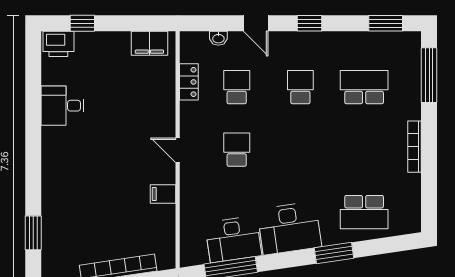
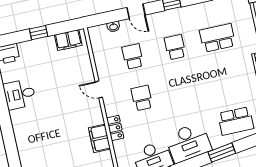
window: (82, 23) -> (39, 33), moved
locker: (189, 82) -> (115, 128), moved
door: (178, 150) -> (99, 89), moved
filing cabinet: (163, 194) -> (99, 138), width x2.00

